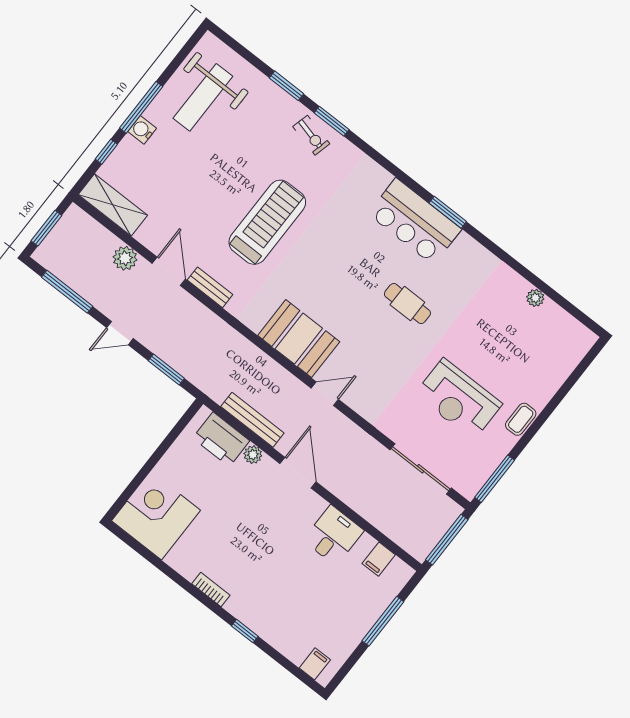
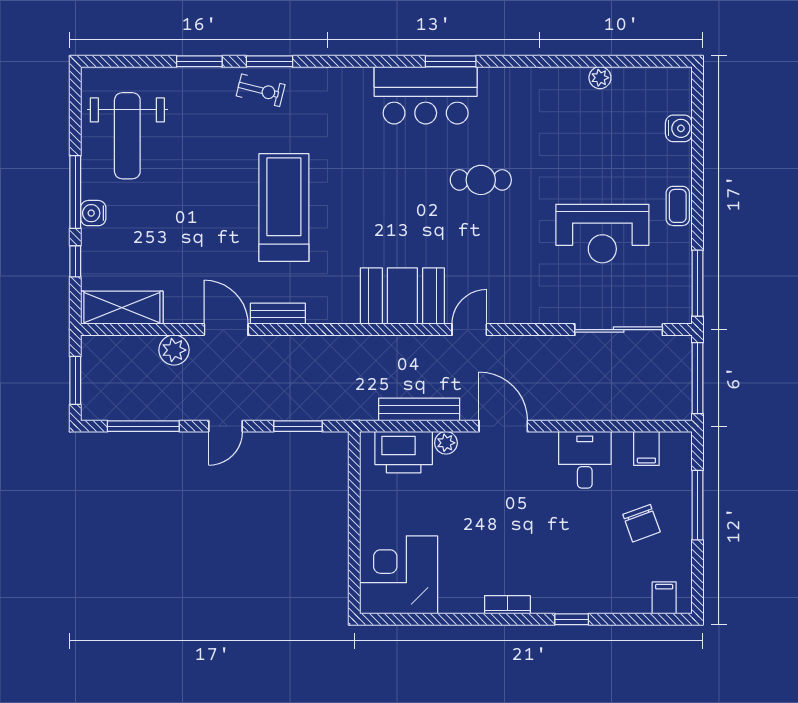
water cooler: (560, 370) -> (679, 128), added
chair: (338, 605) -> (642, 523), added

